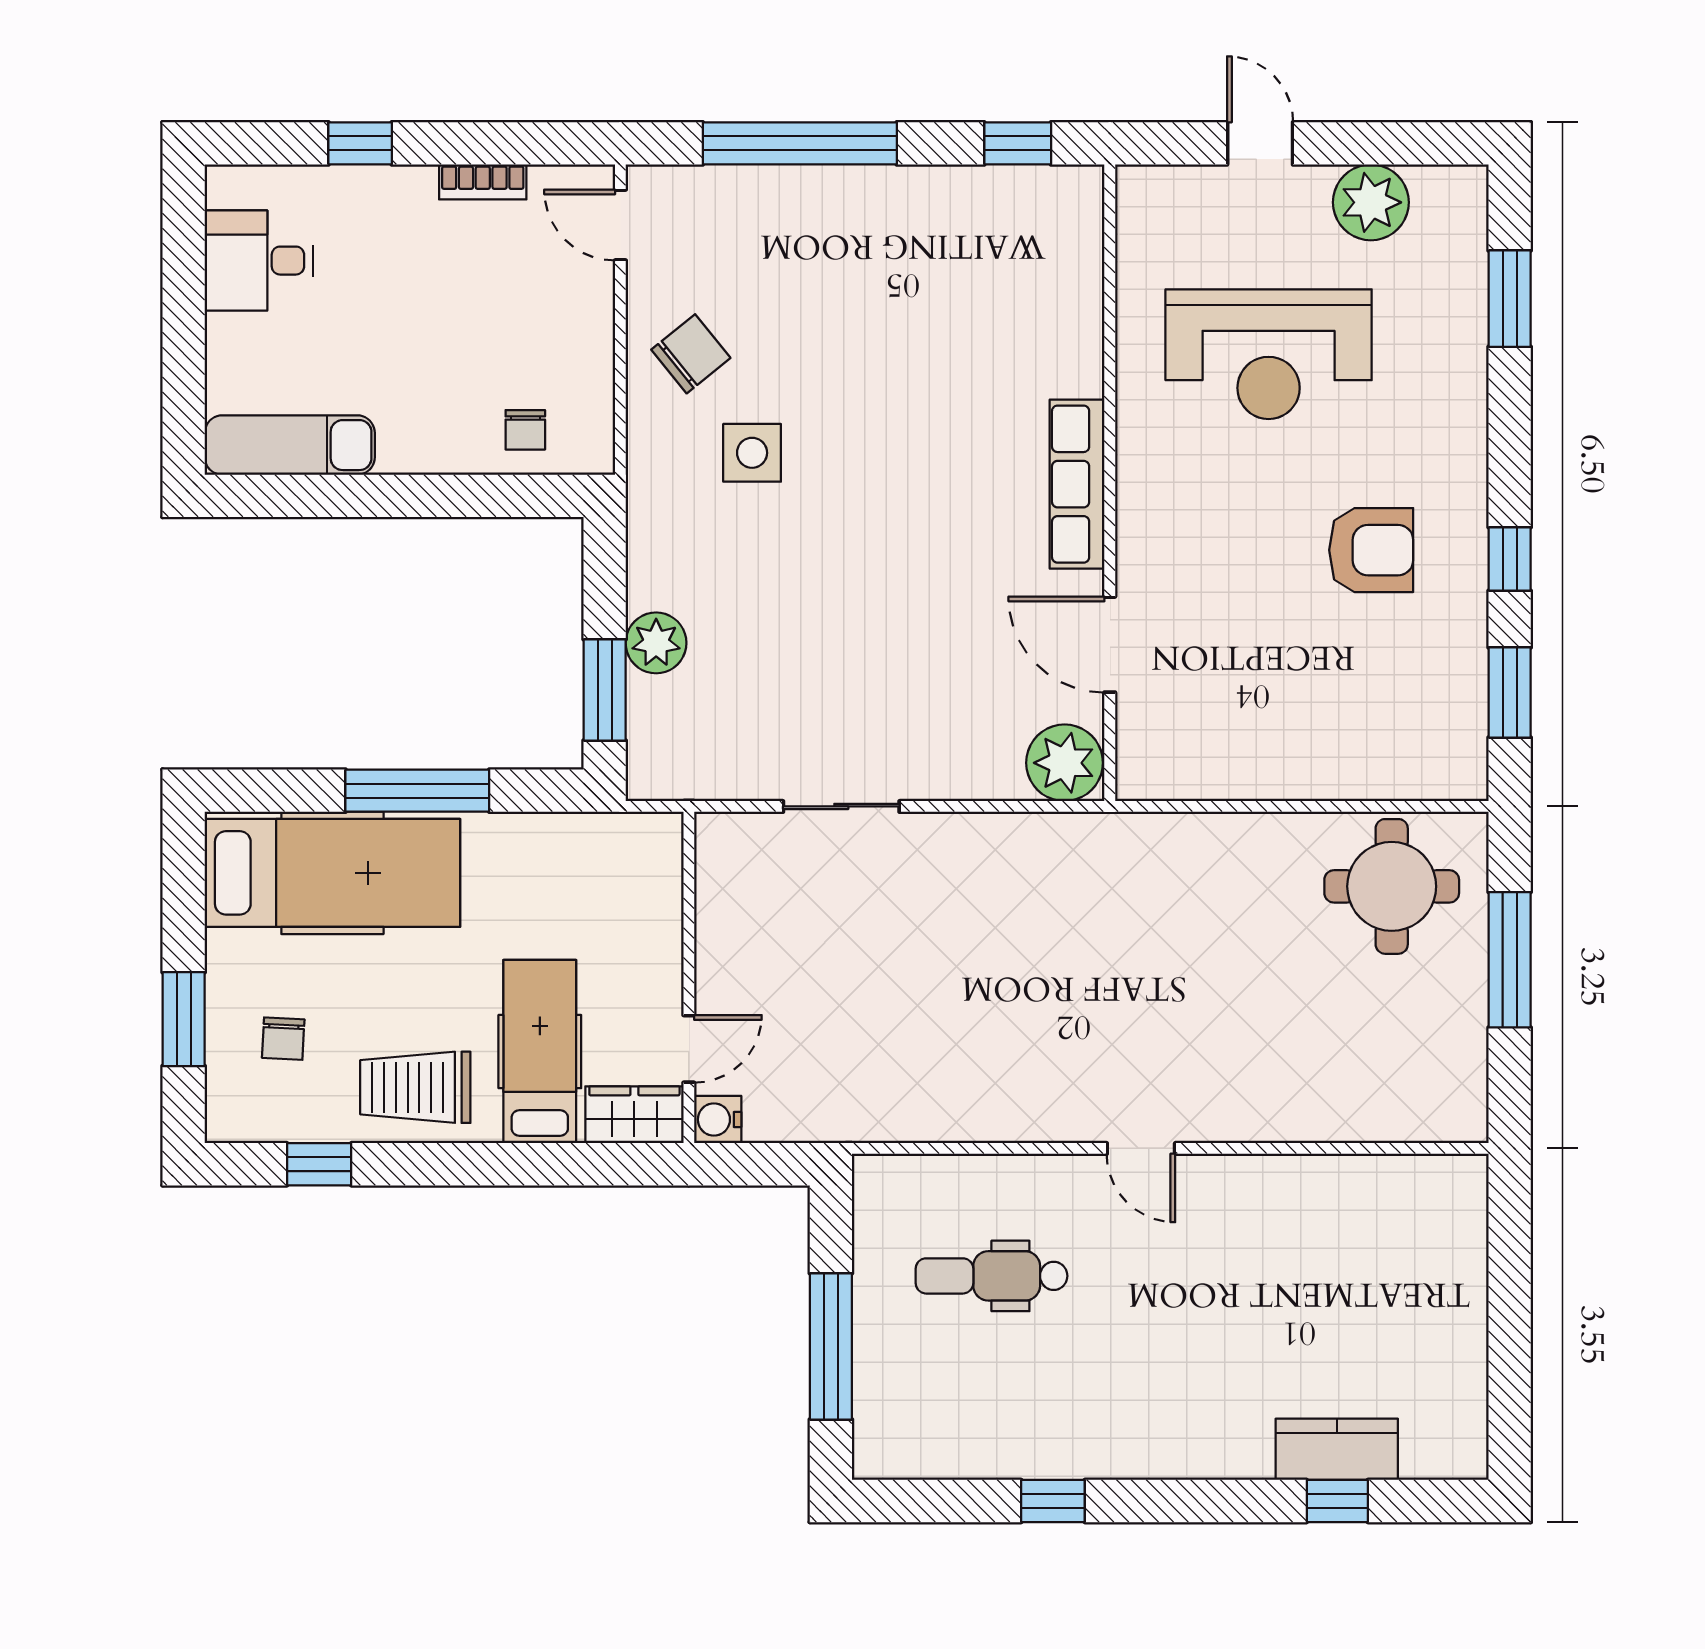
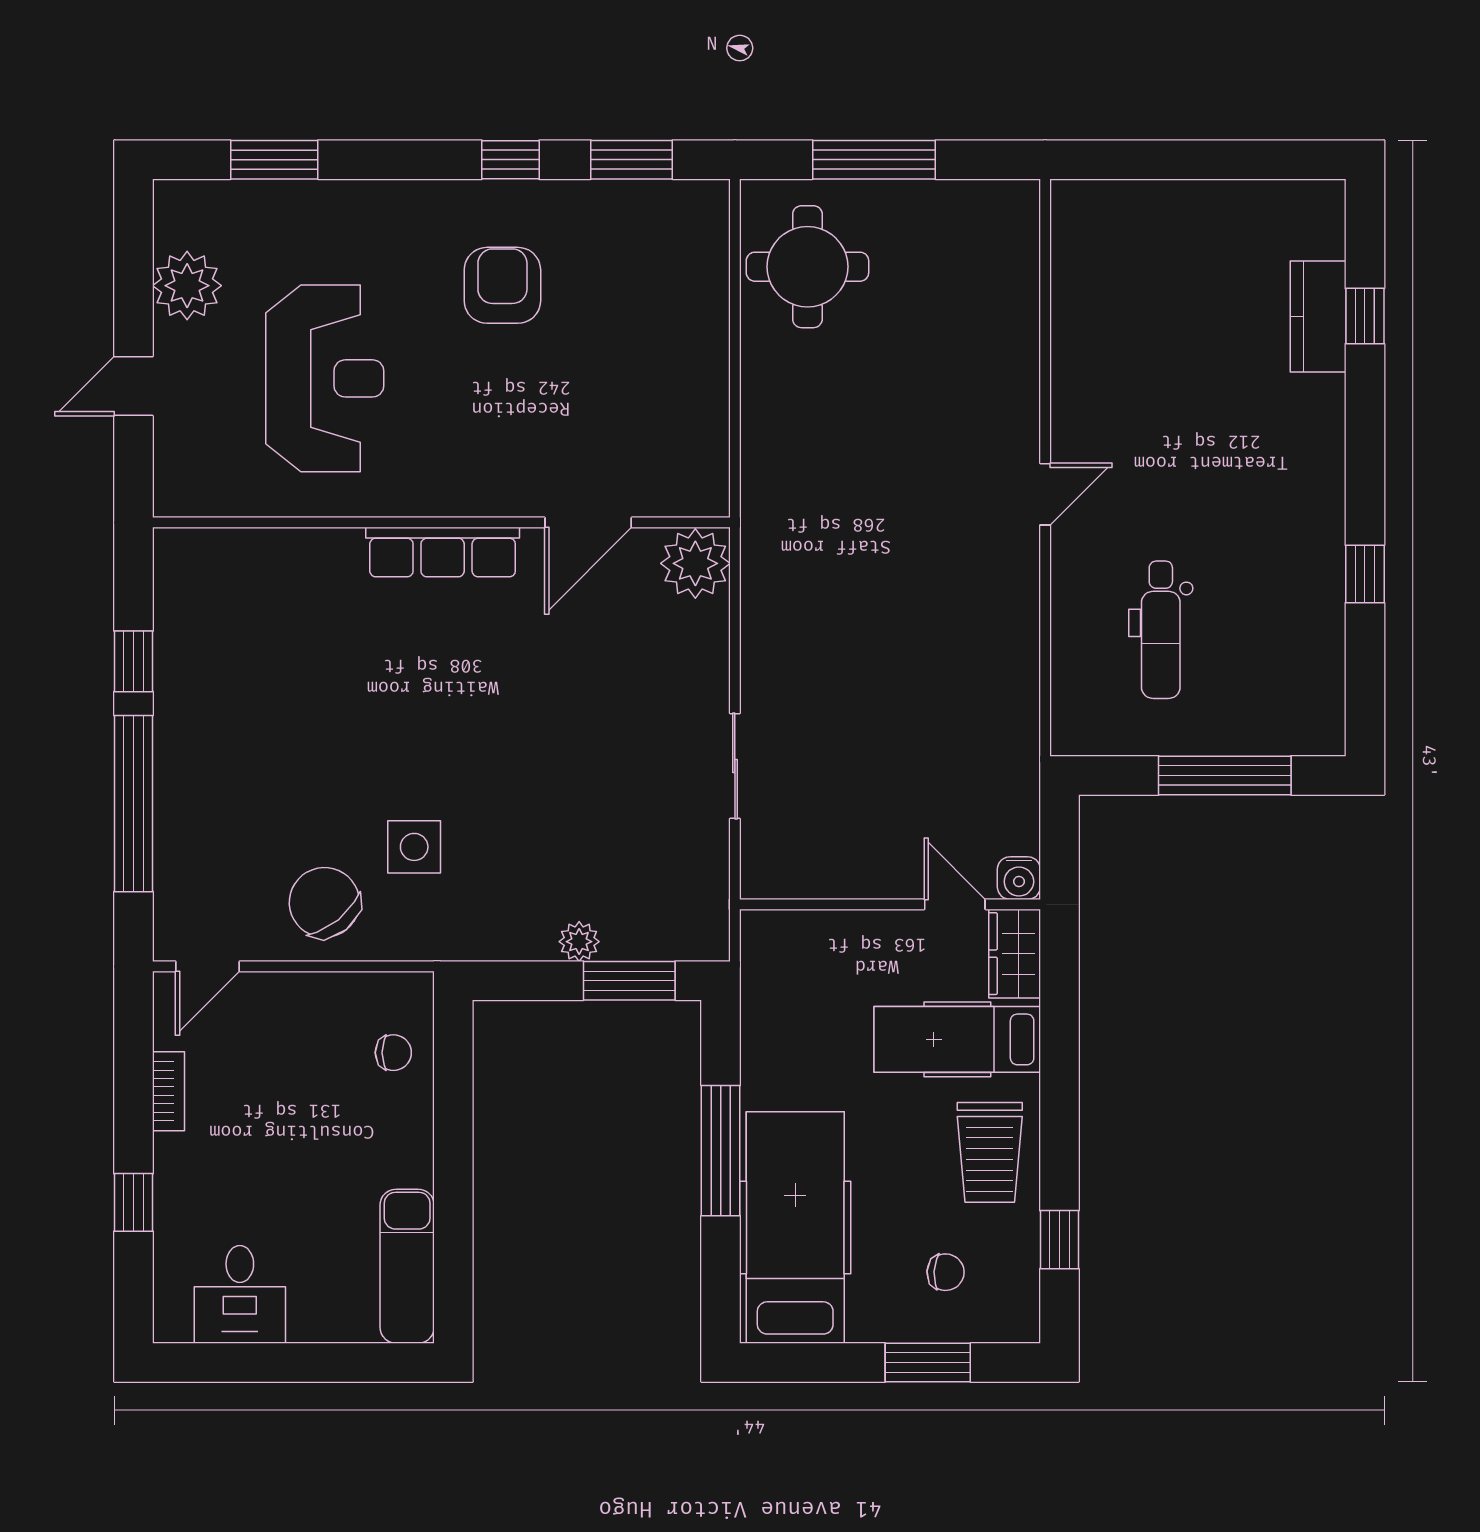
window: (1018, 143) -> (133, 661), moved
chair: (691, 354) -> (324, 902), width x1.37, depth x1.37
plant: (656, 643) -> (579, 942), width x0.73, depth x0.73

